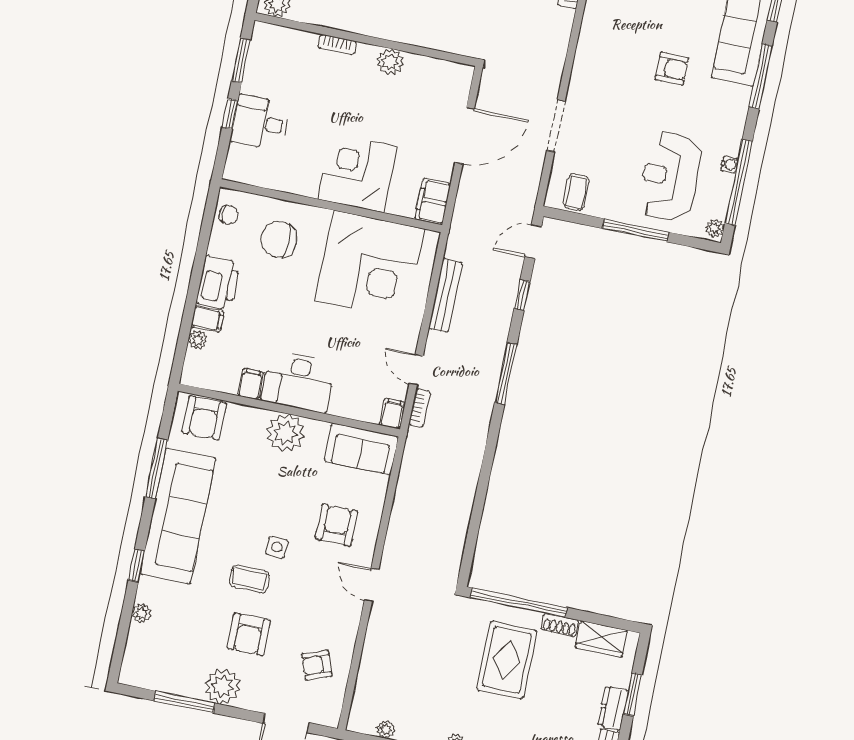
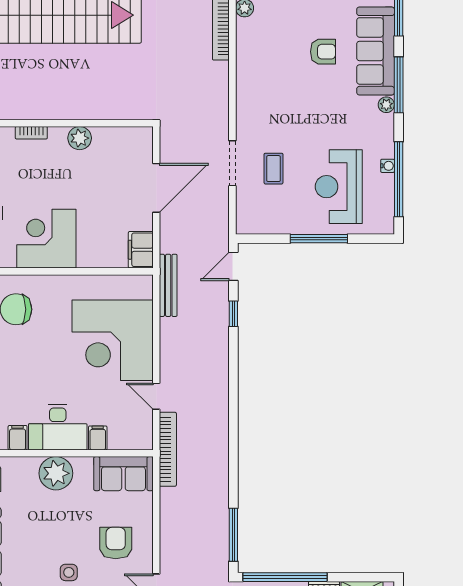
armchair: (672, 69) -> (323, 52), moved
corner desk: (357, 173) -> (46, 239), moved
coffee table: (576, 192) -> (273, 169), moved
plant: (715, 228) -> (386, 105), moved
corner desk: (370, 265) -> (113, 340), moved, turned 90
bench: (445, 295) -> (168, 285), moved
window: (506, 374) -> (233, 535), moved
bookcase: (419, 408) -> (168, 449), width x2.31, depth x1.31
filing cabinet: (392, 413) -> (98, 438), moved

